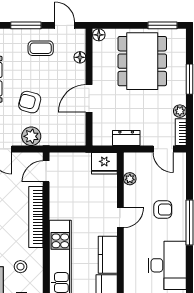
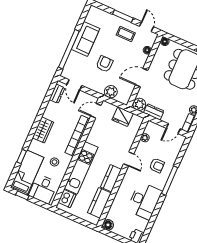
armchair: (30, 102) -> (104, 64), turned 75
plant: (31, 136) -> (111, 92), moved
plant: (102, 136) -> (139, 104), added
door: (163, 149) -> (173, 129), hinge flipped
fridge: (104, 163) -> (123, 117), moved
door: (120, 218) -> (129, 159), hinge flipped

